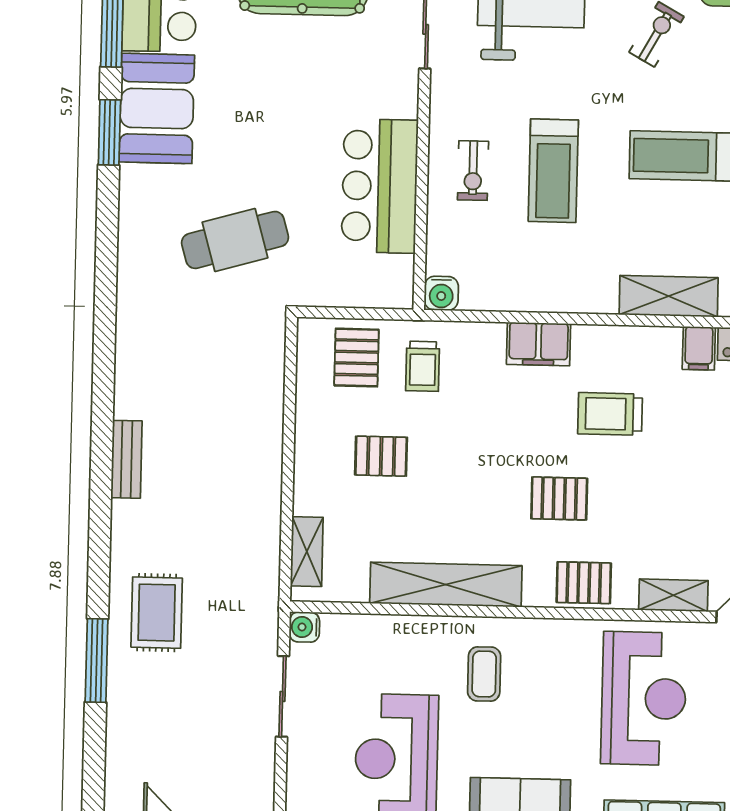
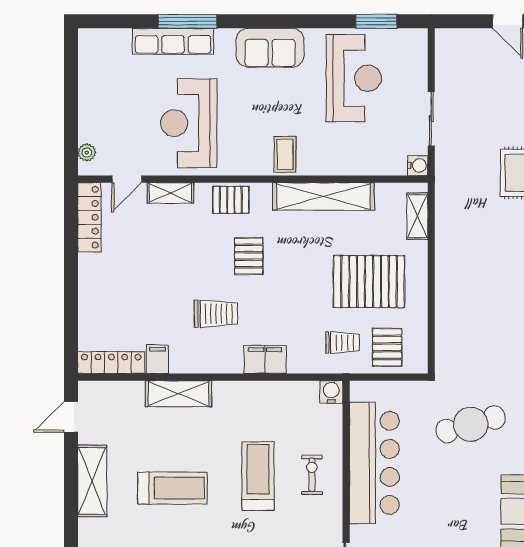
bar counter: (380, 186) -> (374, 463), width x1.36
trolley: (423, 366) -> (343, 343), turned 90
pallet: (381, 456) -> (369, 282), width x2.05, depth x2.00
pallet: (559, 498) -> (249, 256), turned 90
coffee table: (484, 674) -> (285, 154), moved

